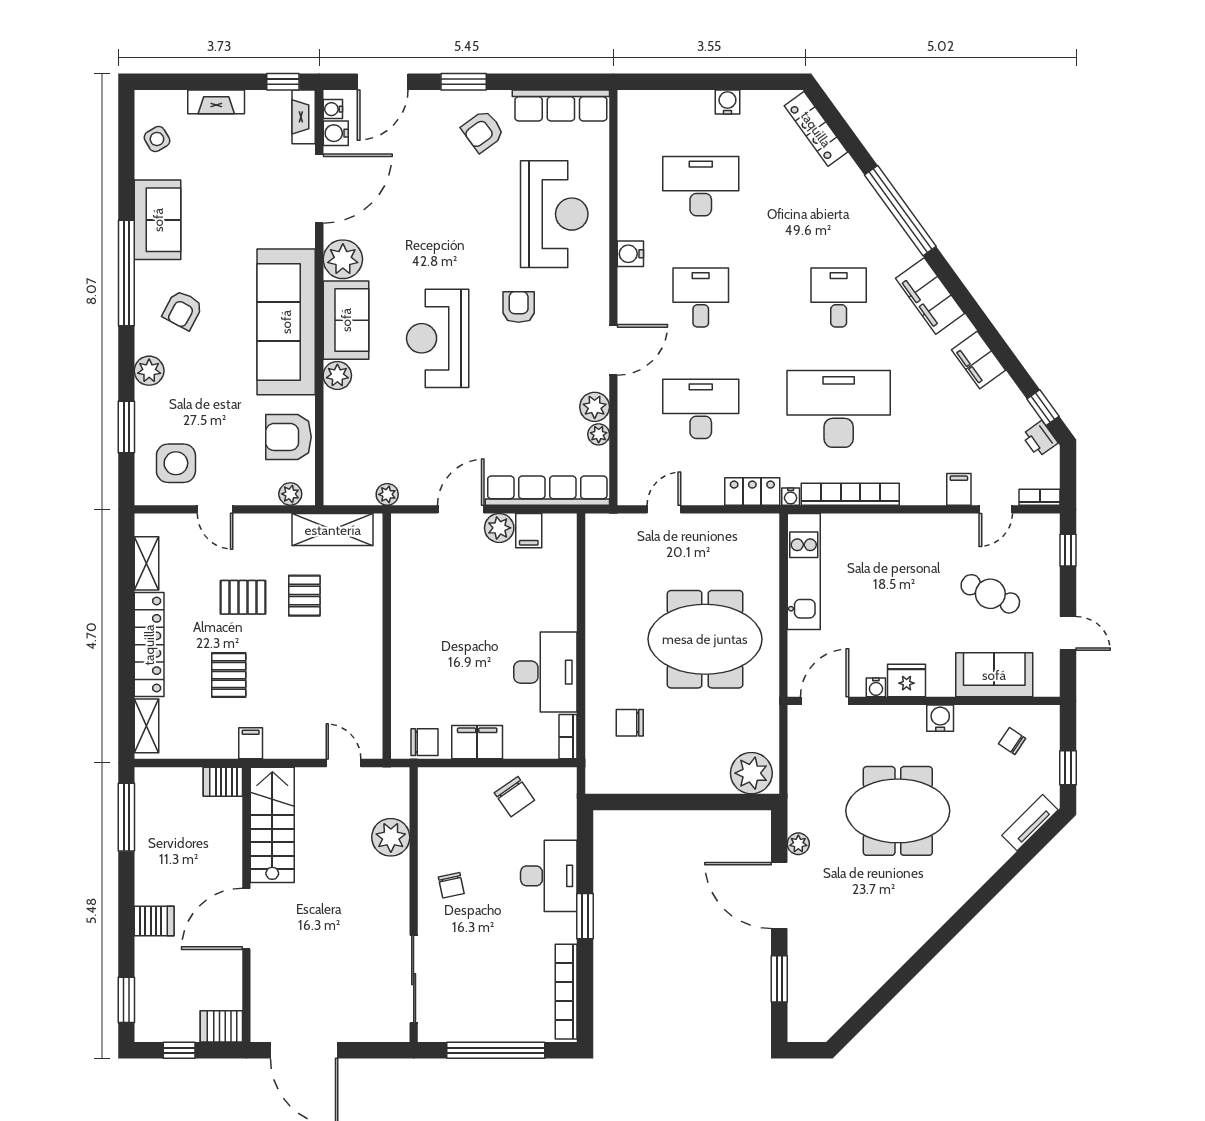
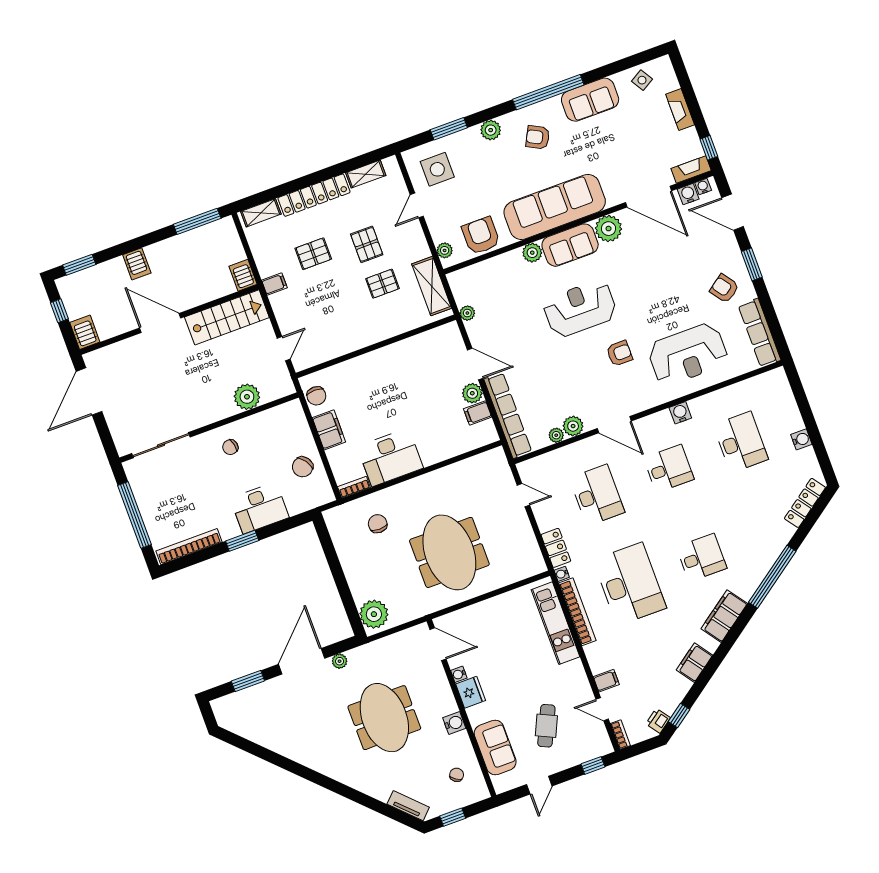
kitchen unit: (804, 572) -> (556, 623), moved, turned 90

